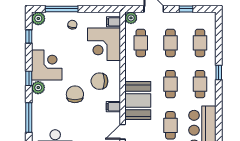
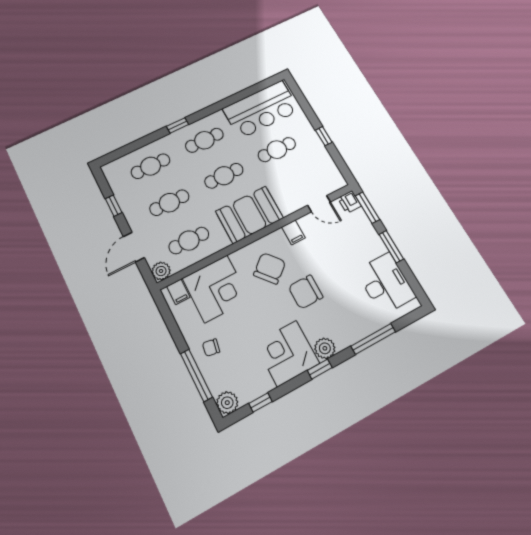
chair: (99, 81) -> (270, 268), turned -130
booth: (138, 101) -> (250, 215), moved

